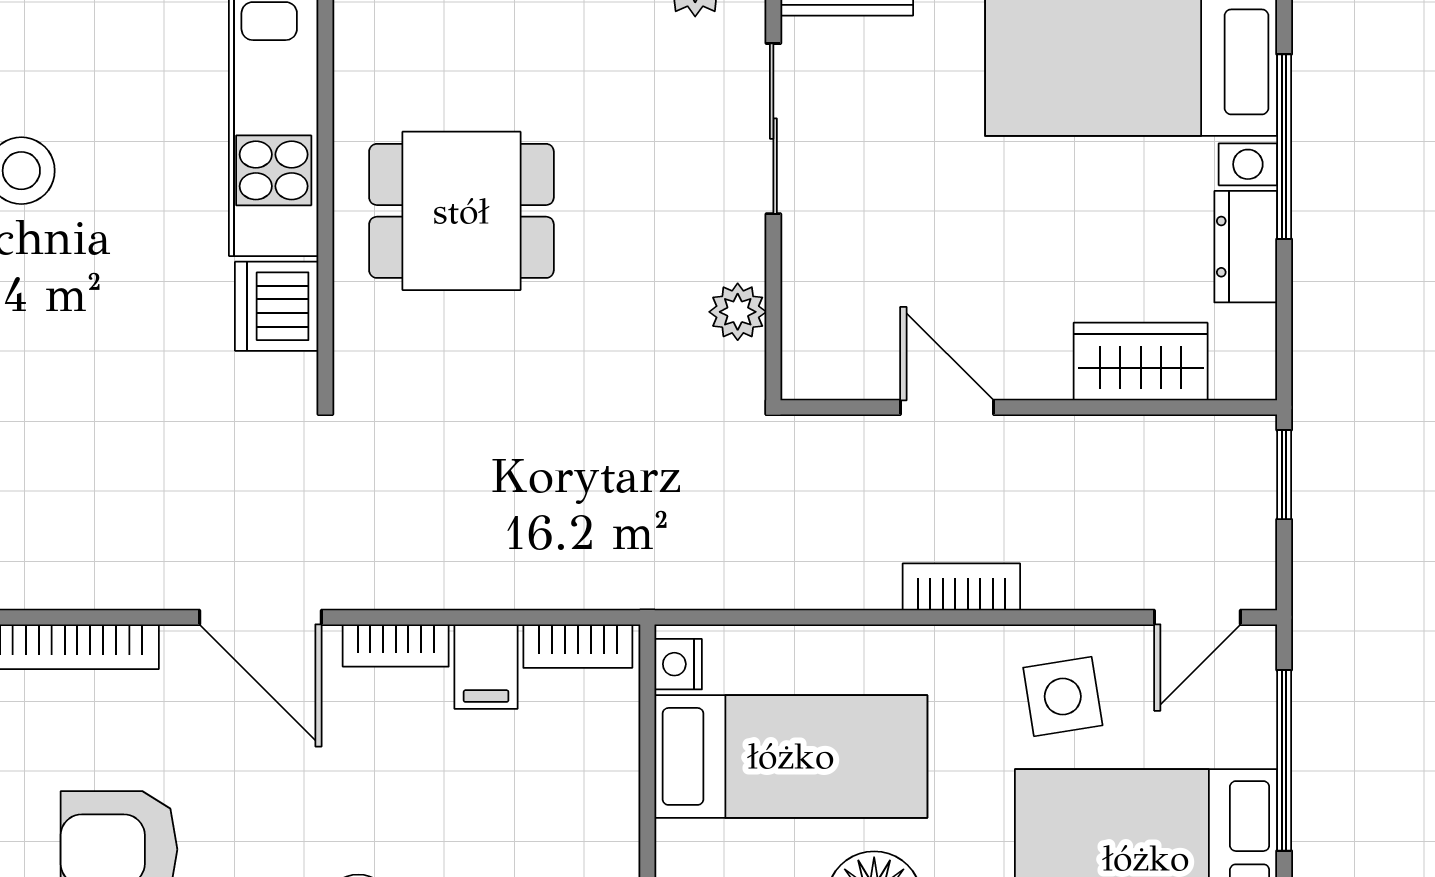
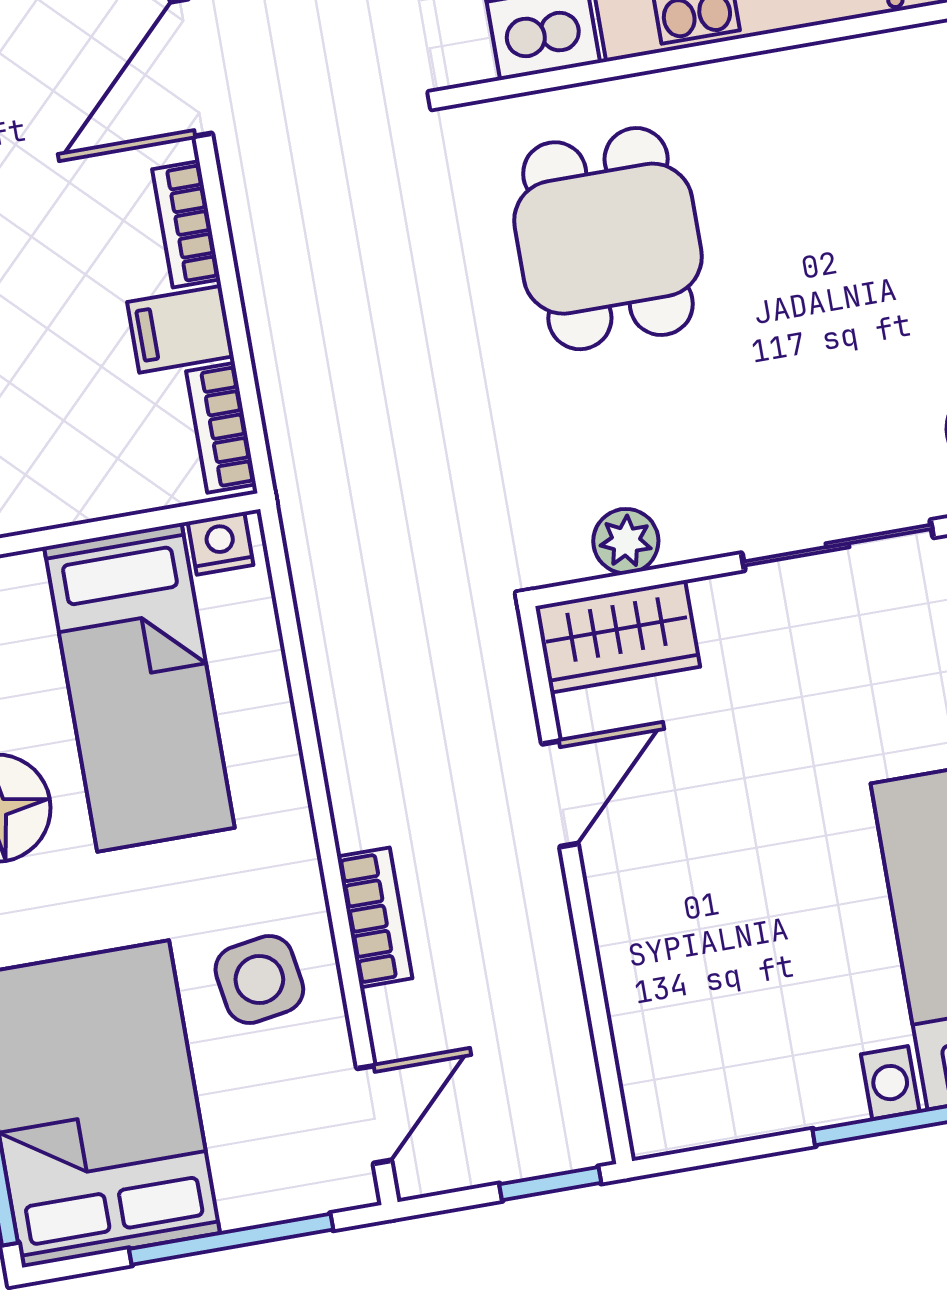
dining table: (461, 211) -> (608, 239), moved
dresser: (1246, 247) -> (798, 1096), removed
wardrobe: (1141, 362) -> (618, 636), moved, turned 90
bookcase: (961, 587) -> (375, 917), moved
door: (1197, 617) -> (374, 1114), swing flipped

